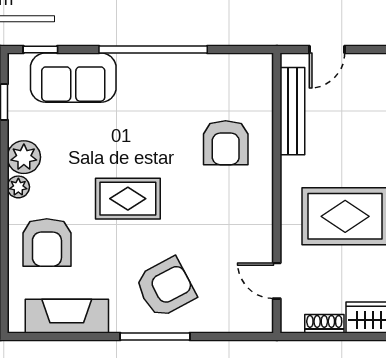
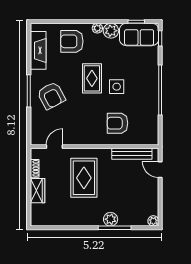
sofa: (73, 78) -> (139, 34), moved, turned -90
side table: (146, 145) -> (117, 87), added

